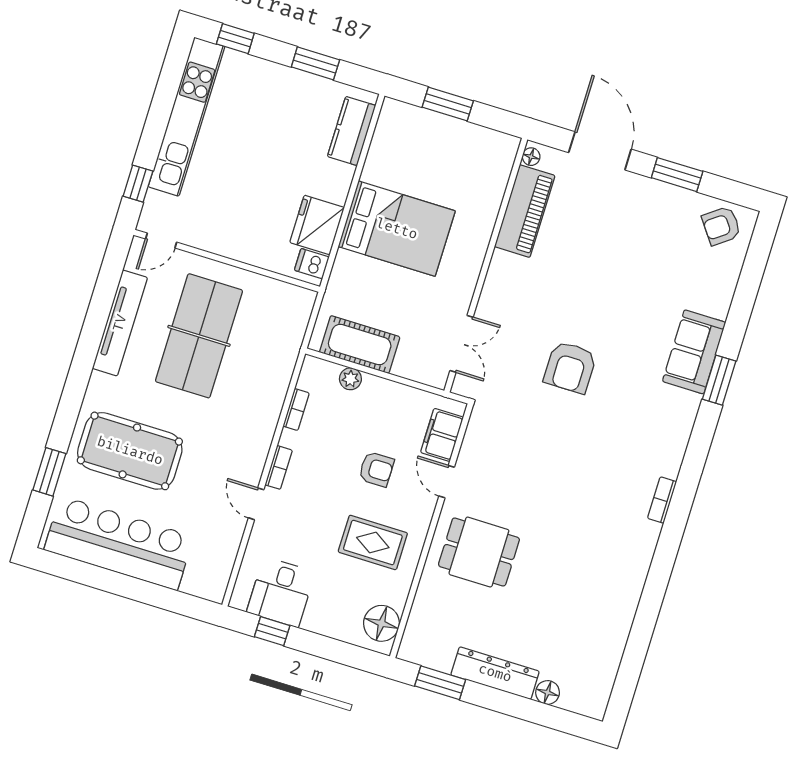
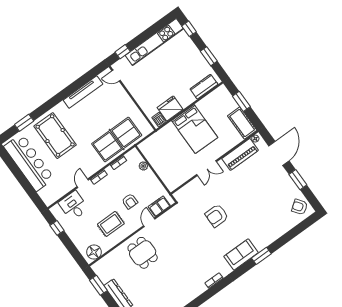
table tennis table: (199, 336) -> (117, 139), moved
double door: (462, 344) -> (206, 168), moved
cot: (360, 345) -> (242, 123), moved
sofa: (694, 352) -> (241, 255), moved
rug: (373, 542) -> (111, 224), turned 90
desk: (281, 592) -> (73, 206), moved, turned 90

